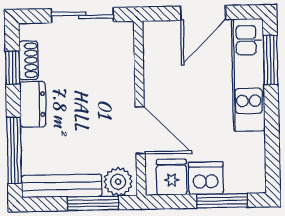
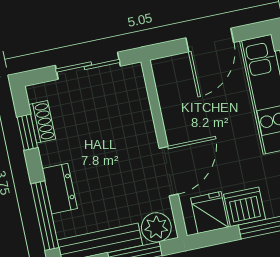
dresser: (33, 104) -> (60, 189), moved
door: (140, 130) -> (169, 171), hinge flipped

